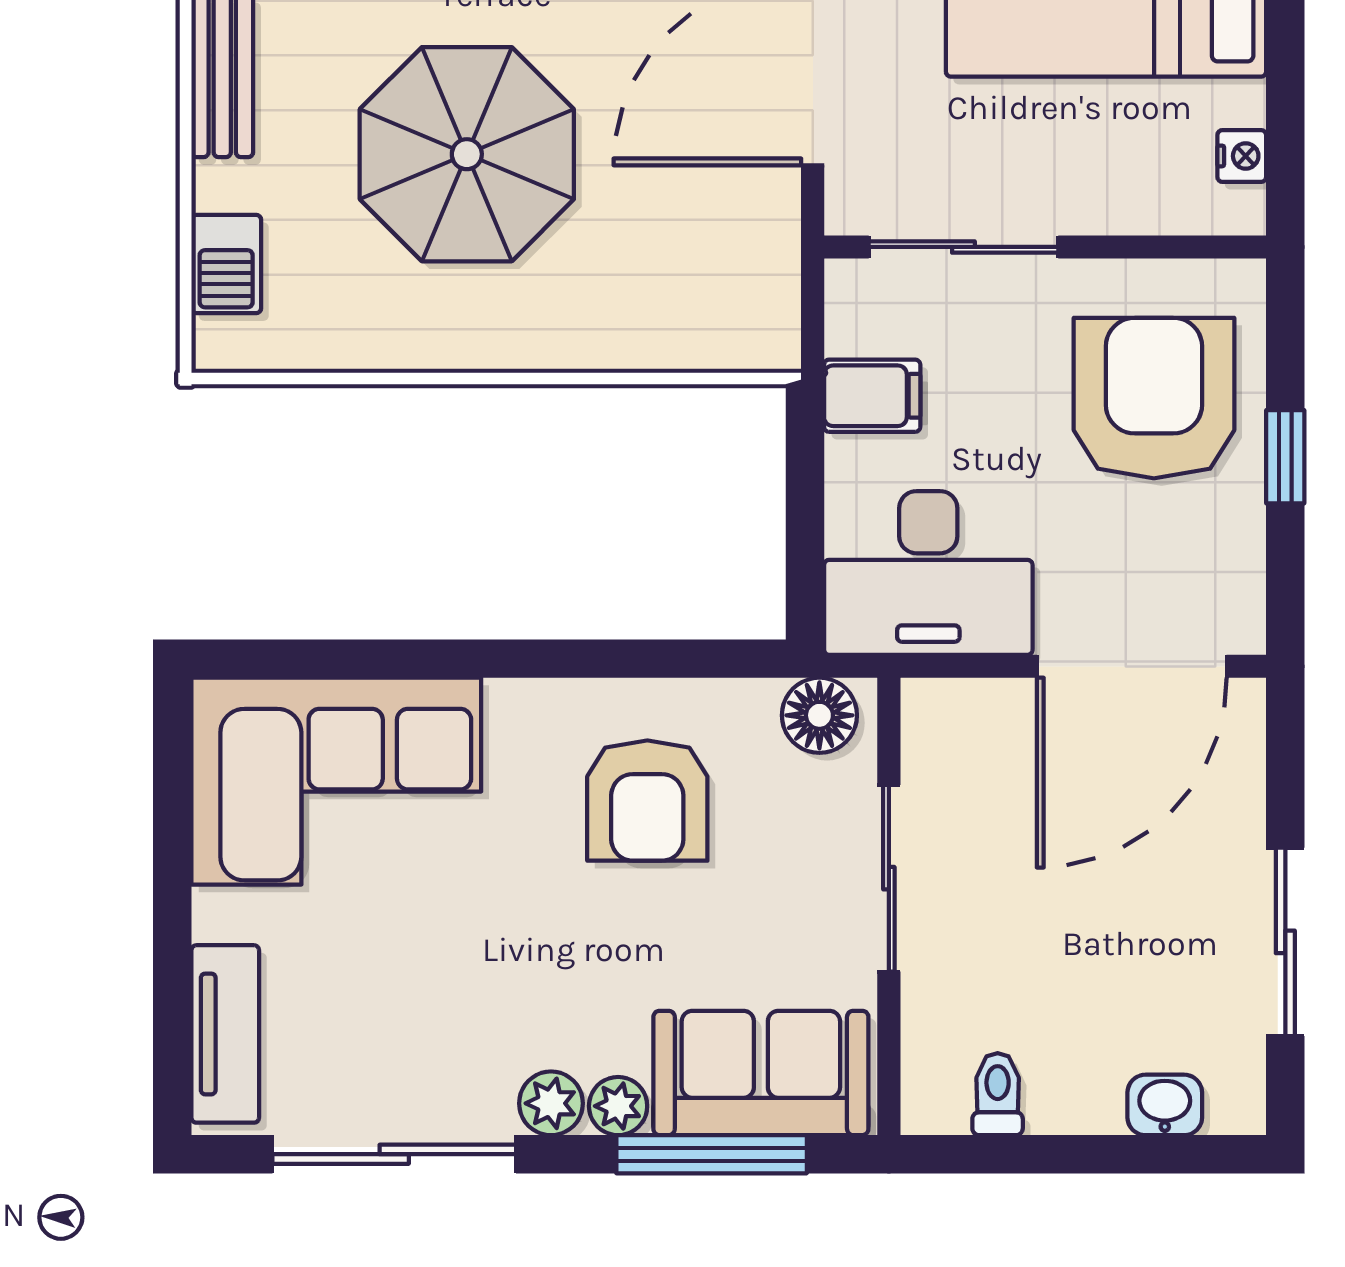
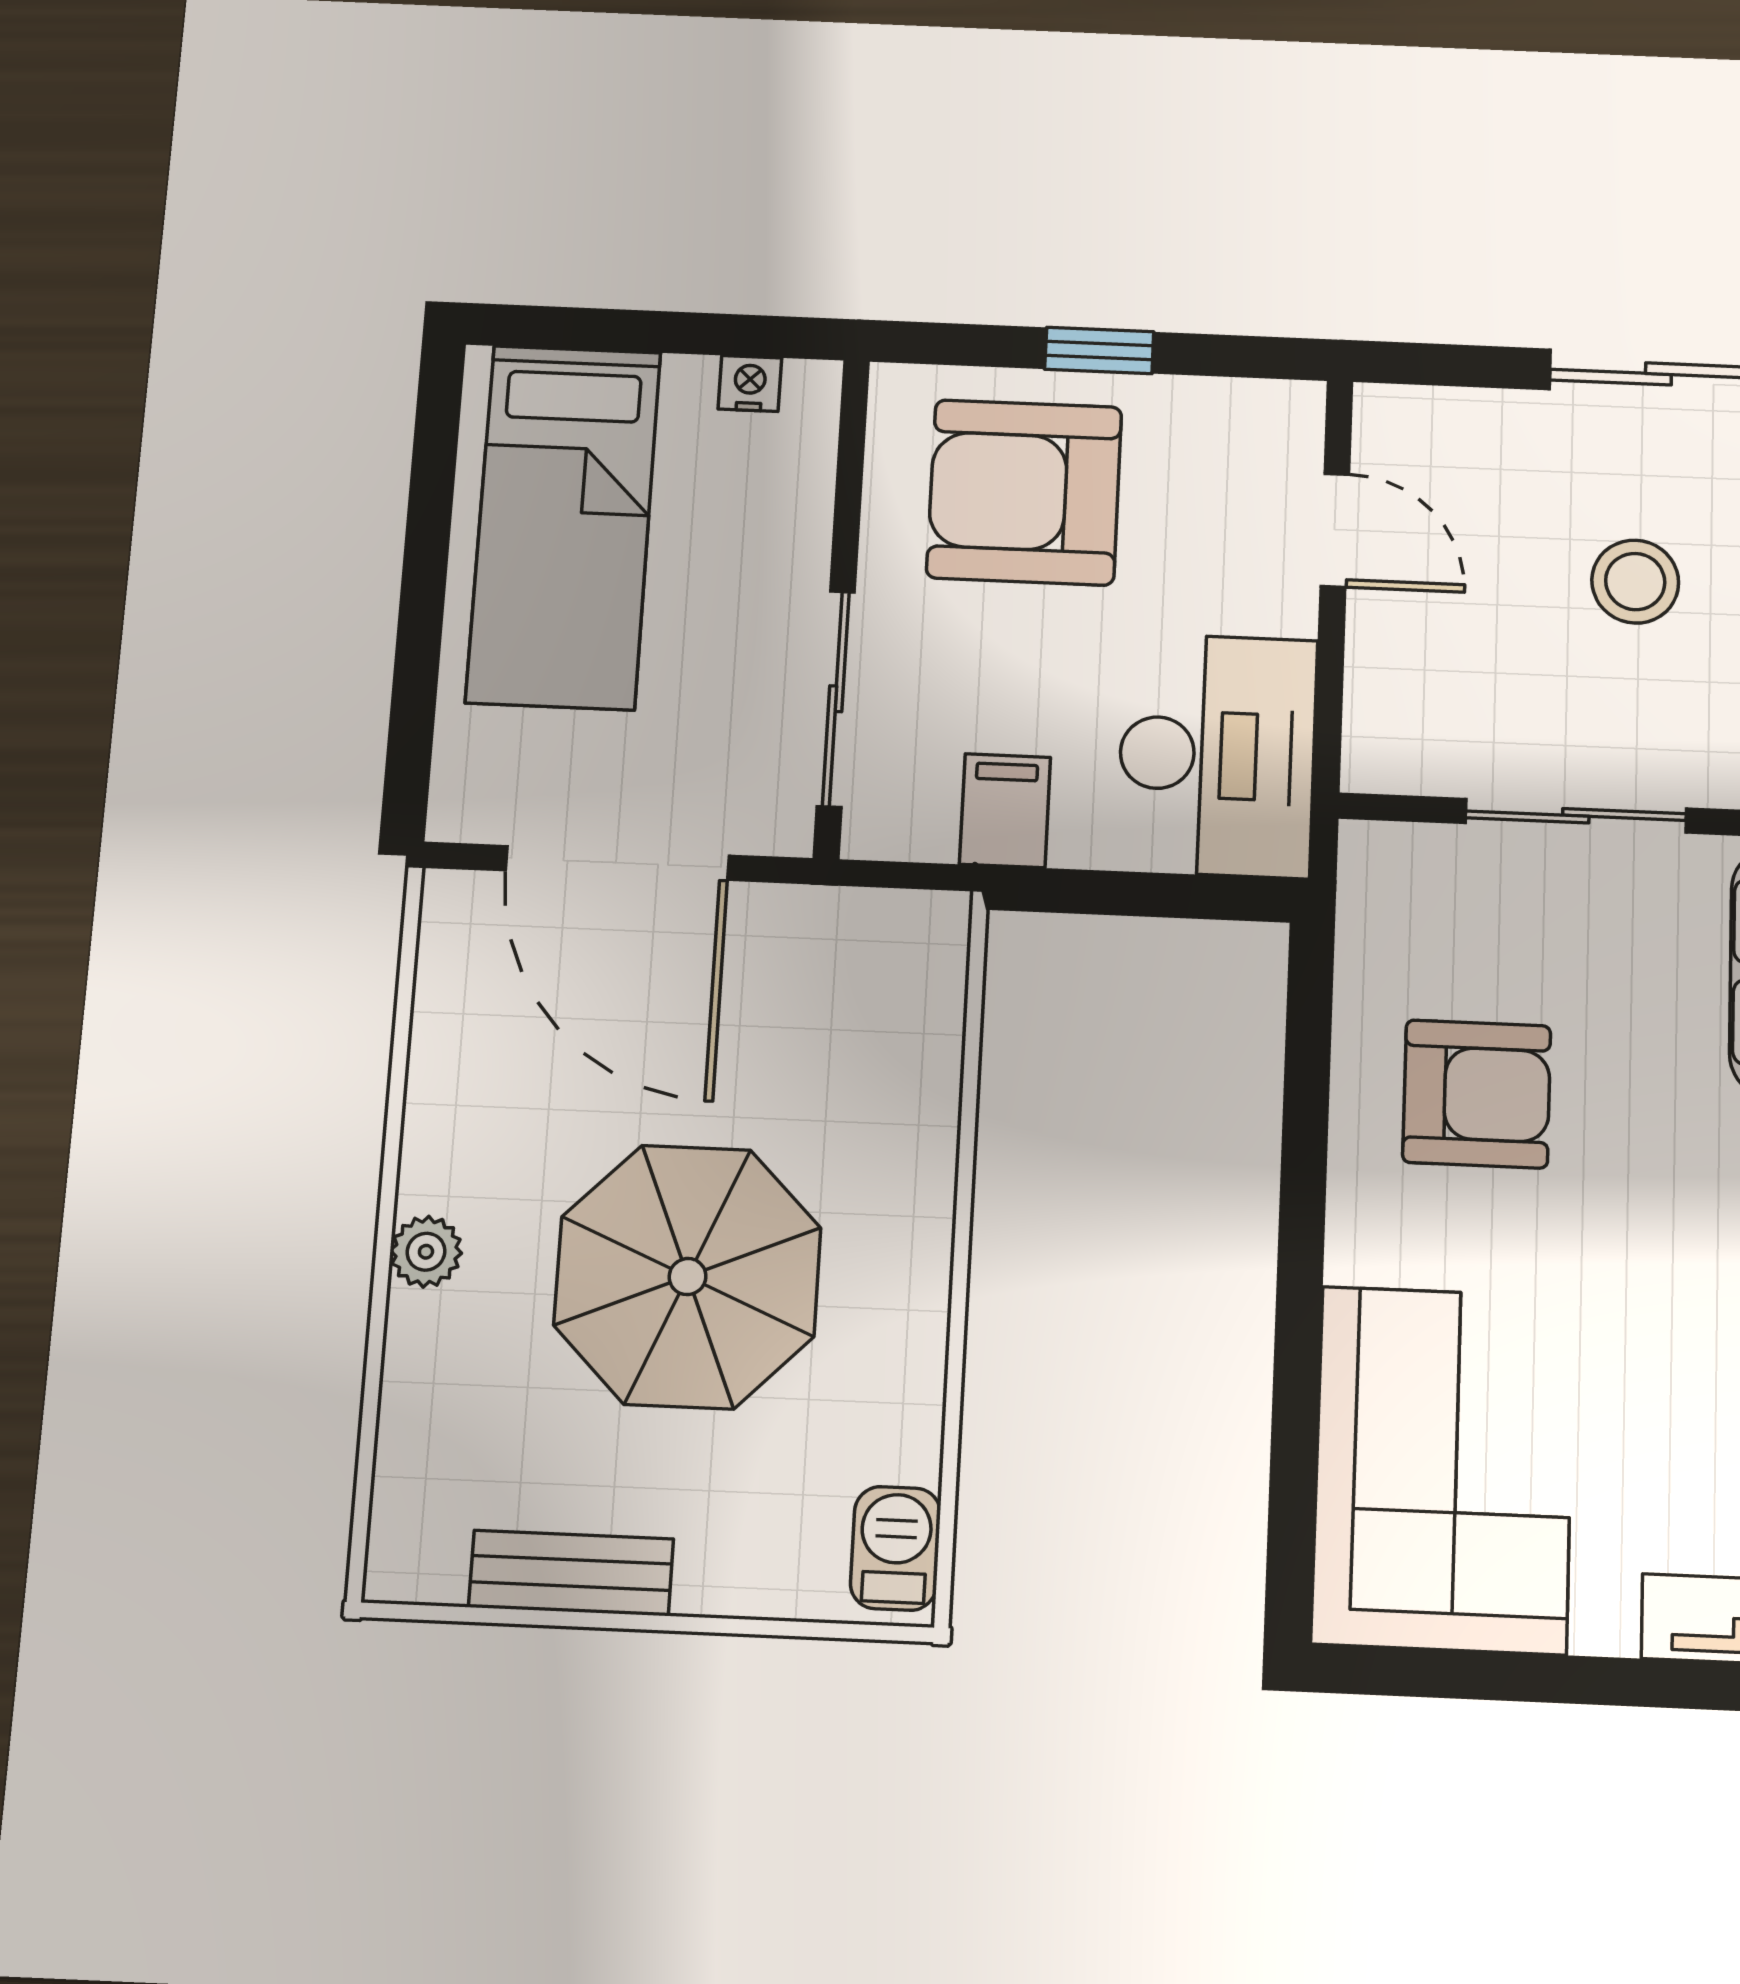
barbecue: (226, 264) -> (895, 1548), moved, turned -90
door: (1132, 666) -> (1335, 530), width x0.53
floor lamp: (819, 715) -> (1381, 888), removed
stool: (1097, 925) -> (1635, 582), added

